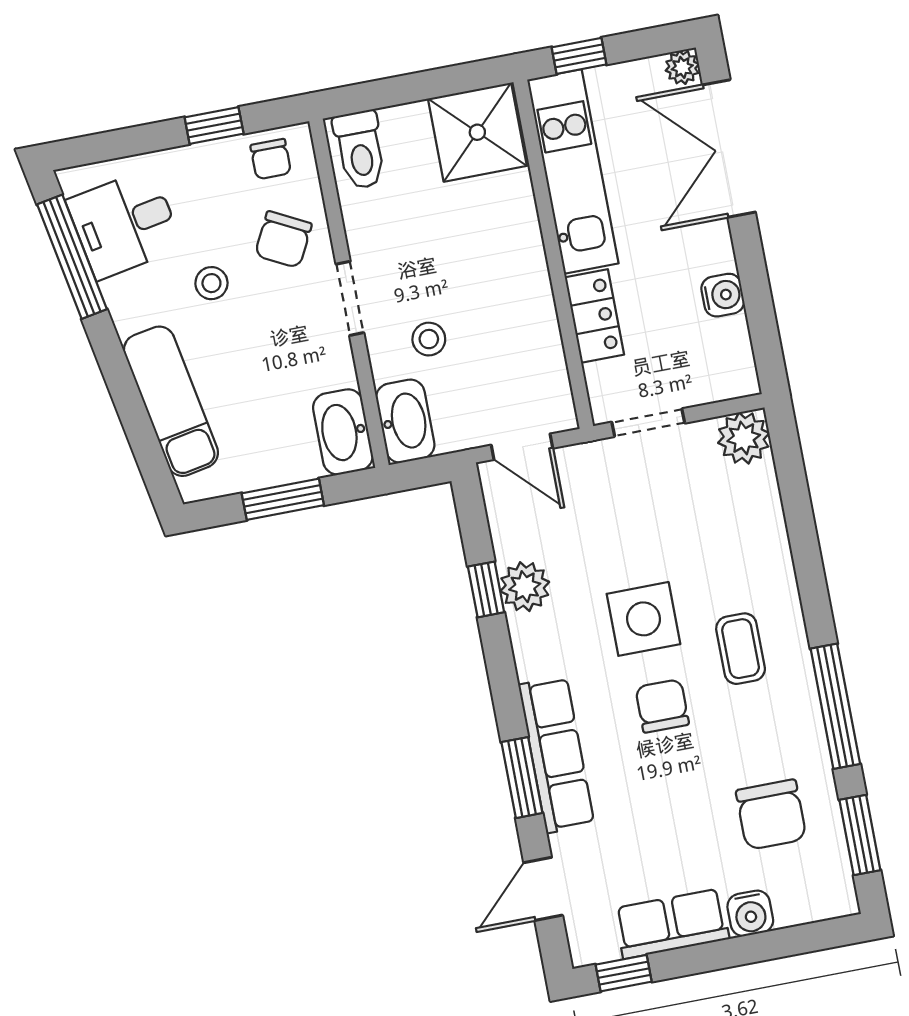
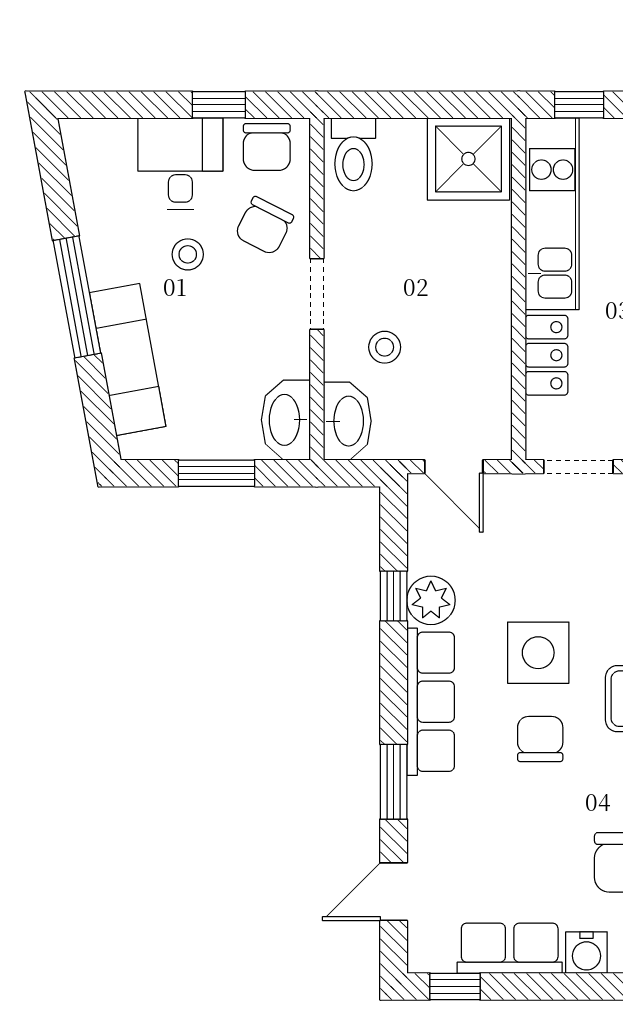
chair: (271, 159) -> (267, 147), width x1.37, depth x1.37
desk: (124, 224) -> (180, 164), moved, turned 100
window: (72, 257) -> (77, 297), moved
row of seats: (556, 755) -> (431, 702), moved

